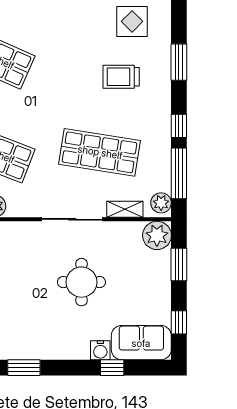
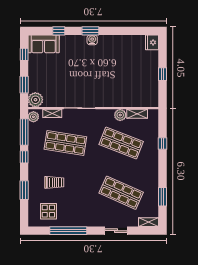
round table: (81, 282) -> (75, 75), removed
water cooler: (100, 350) -> (92, 40), moved
window: (24, 368) -> (90, 31), moved

